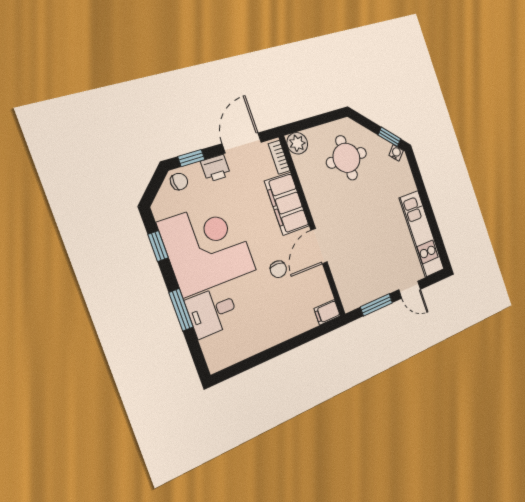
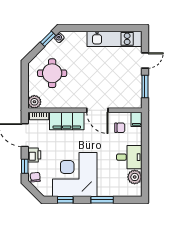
chair: (278, 269) -> (120, 128), moved
desk: (212, 312) -> (129, 157), moved, turned -90
plant: (239, 348) -> (135, 177), added

